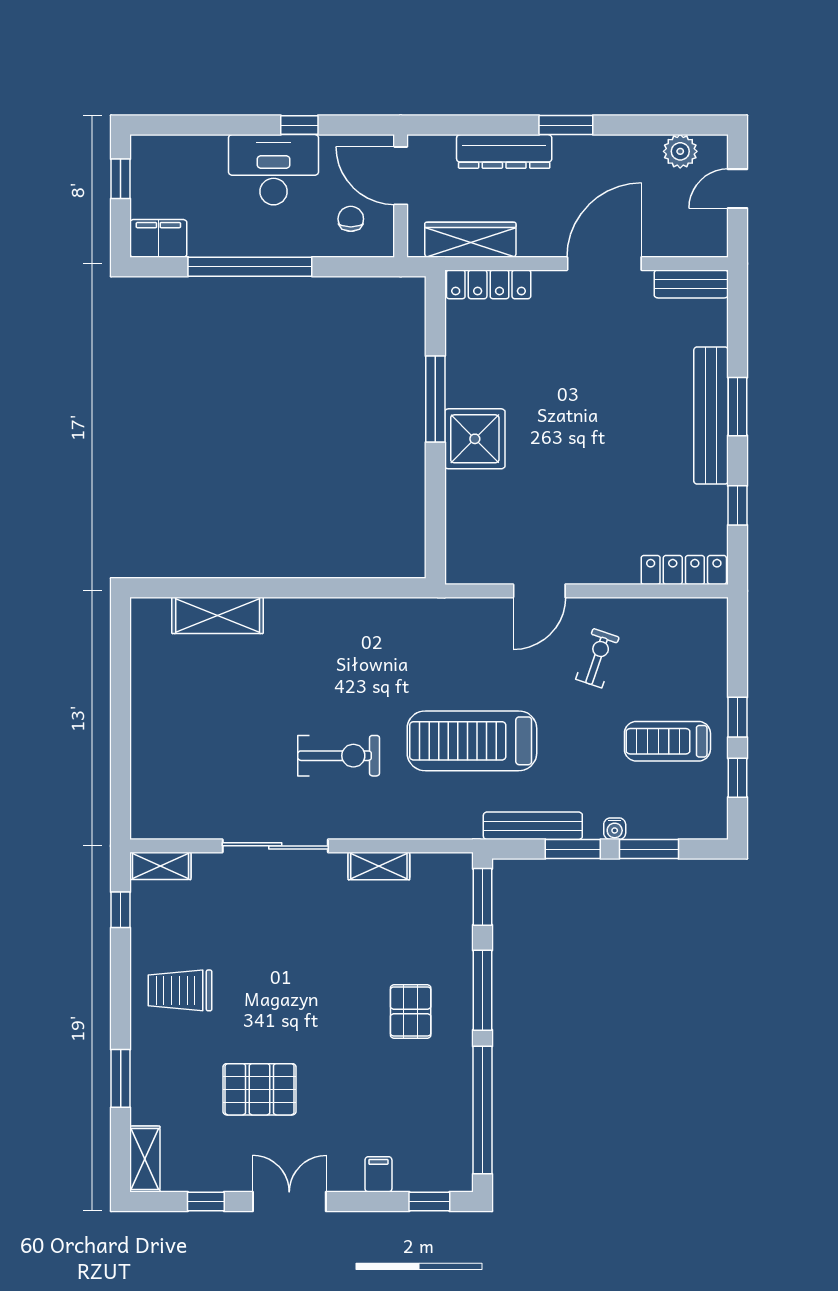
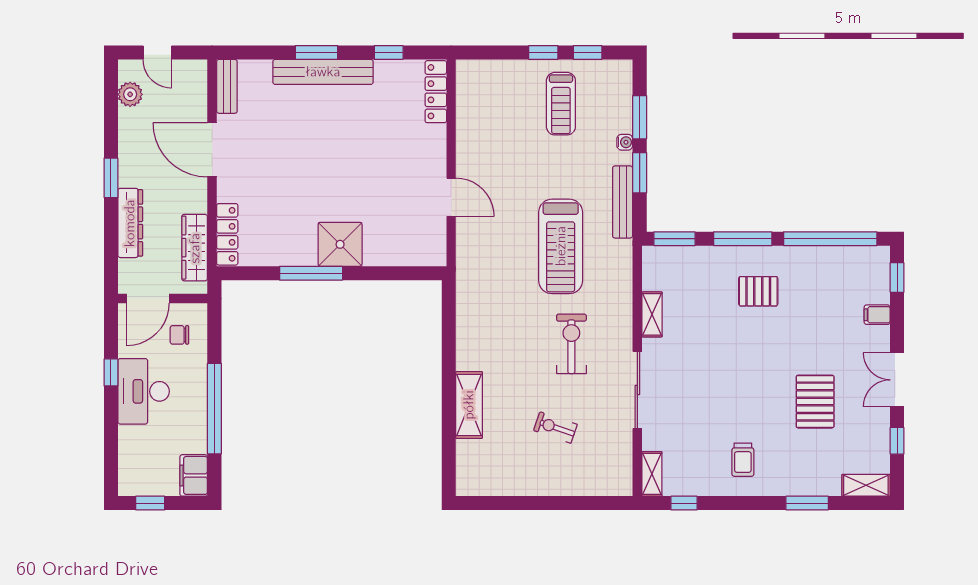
shelving: (218, 615) -> (469, 405), moved
exercise bike: (597, 658) -> (555, 428), moved
trolley: (180, 990) -> (743, 460), width x0.73, depth x0.72

